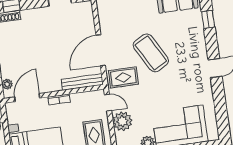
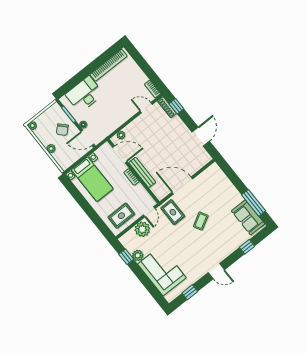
coffee table: (151, 53) -> (201, 221), width x0.54, depth x0.58
bench: (82, 82) -> (142, 172), moved
window: (221, 110) -> (190, 292), added

